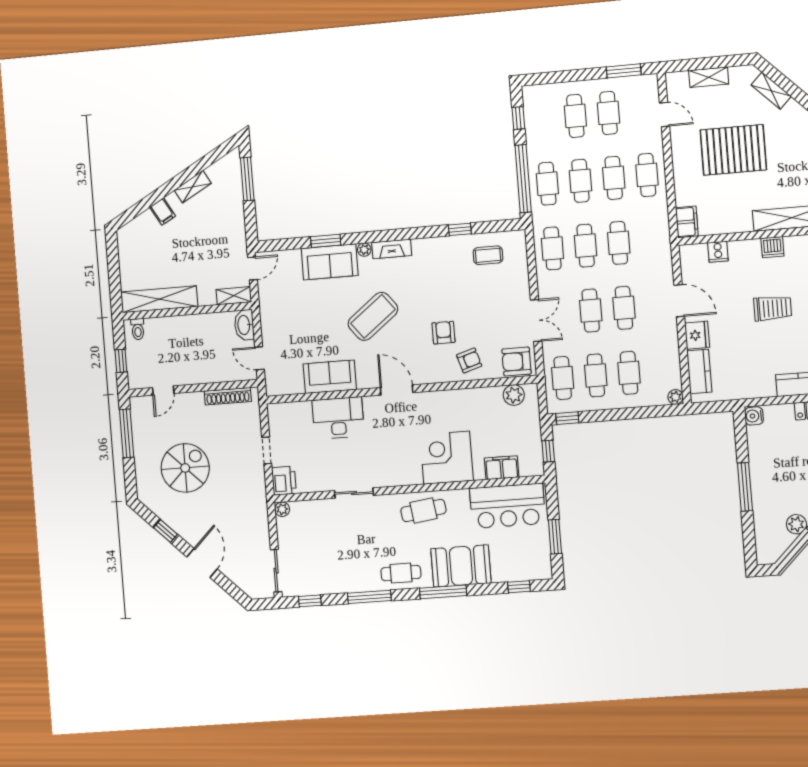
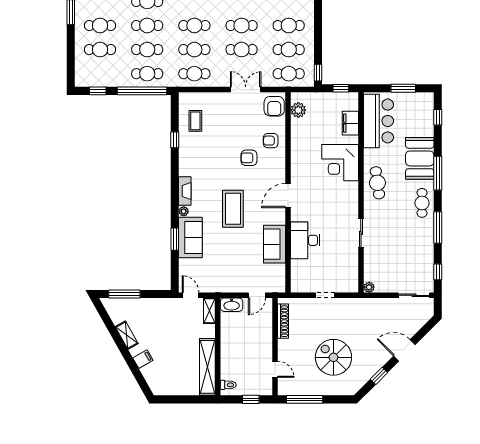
coffee table: (373, 316) -> (233, 209), turned 38
armchair: (469, 360) -> (271, 141), turned -73
printer: (284, 481) -> (348, 284), removed

